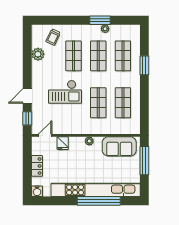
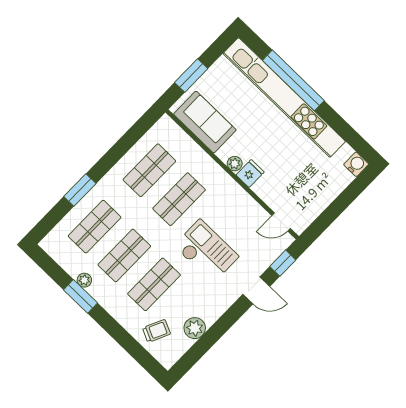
fridge: (63, 143) -> (250, 173), moved
window: (144, 161) -> (191, 76), width x0.69
locker: (37, 166) -> (327, 195), removed

